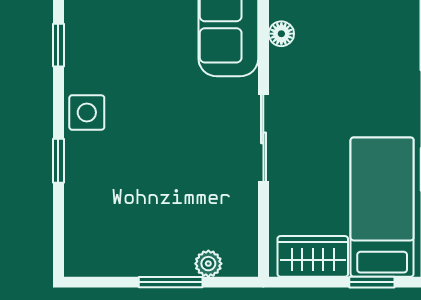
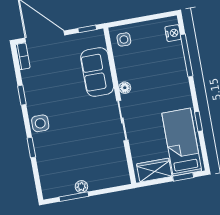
floor lamp: (281, 34) -> (125, 88), moved
plant: (208, 264) -> (81, 187), moved
window: (171, 282) -> (74, 197), moved

